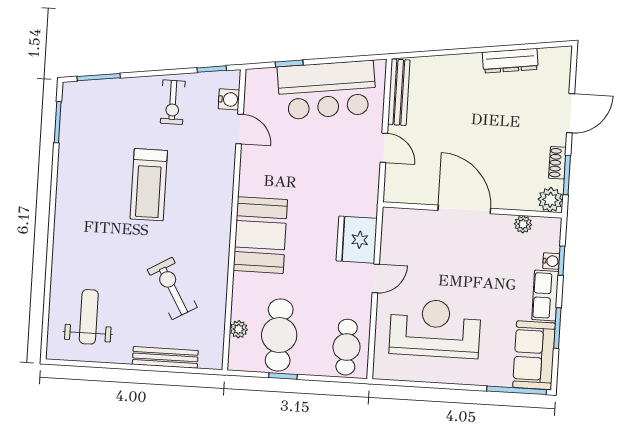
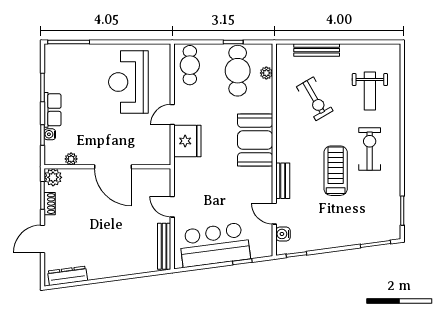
dresser: (510, 61) -> (68, 276), moved
exercise bike: (173, 102) -> (370, 149), moved, width x1.38, depth x1.39
bench: (225, 175) -> (283, 181), added
weight bench: (89, 317) -> (370, 91), moved
reception desk: (435, 328) -> (128, 82), turned 90
sofa: (534, 355) -> (58, 67), removed

